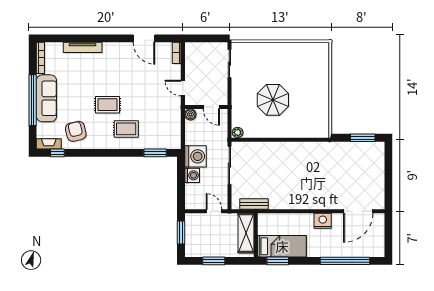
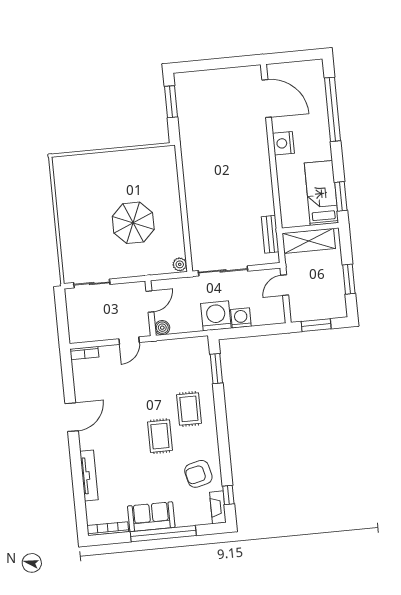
door: (144, 38) -> (72, 417), moved
sofa: (46, 98) -> (151, 517), width x0.73

